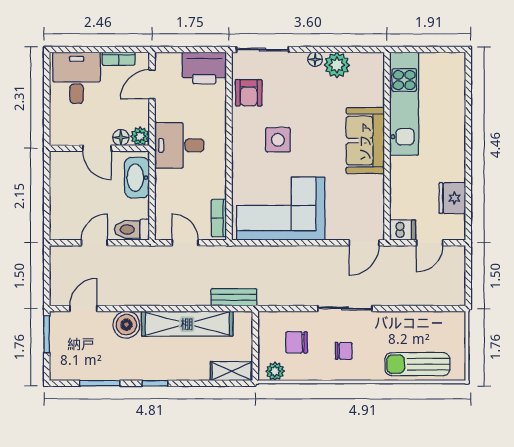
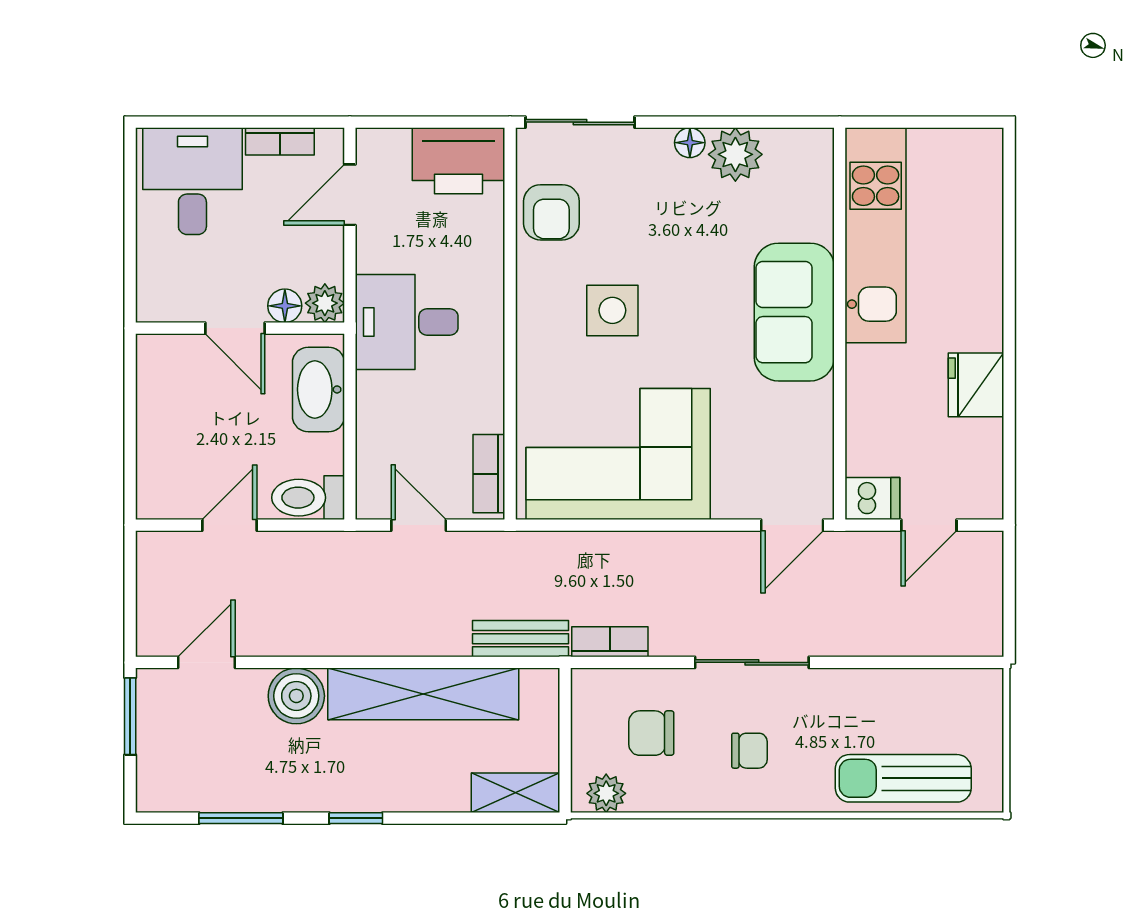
fridge: (452, 198) -> (976, 385), moved
bookcase: (277, 299) -> (610, 642), added

